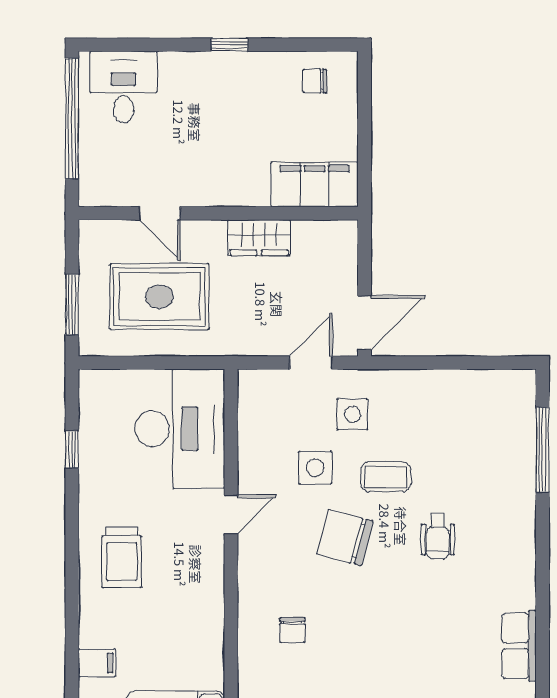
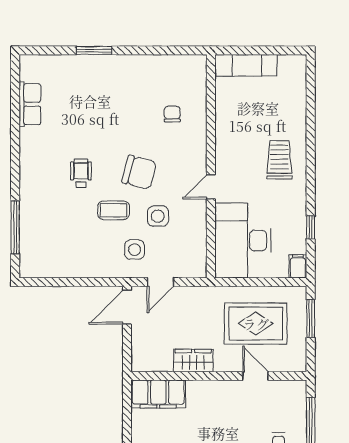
filing cabinet: (97, 663) -> (298, 266), moved, turned 90

